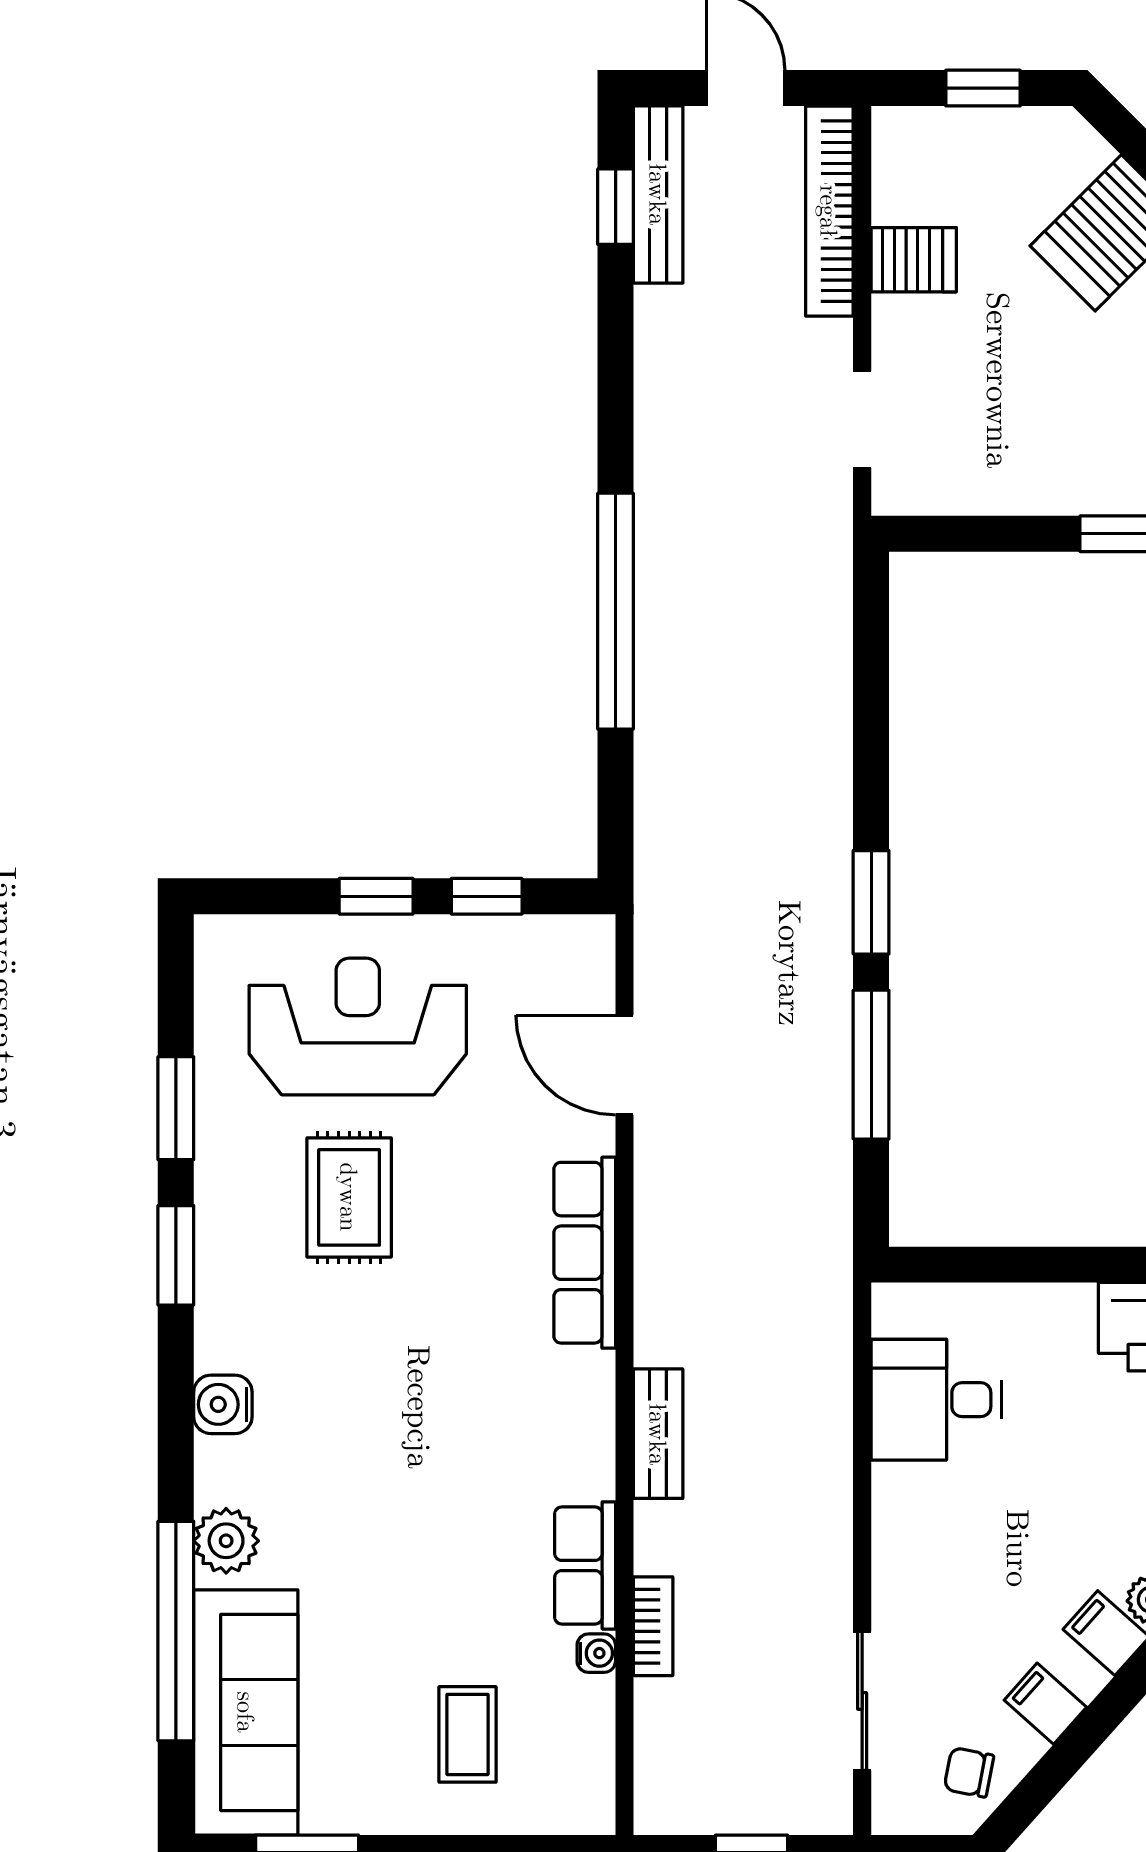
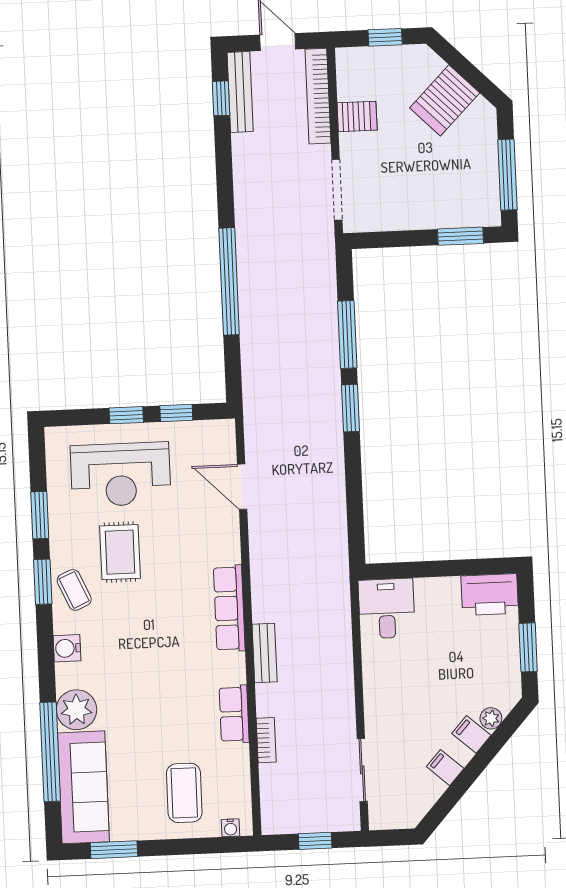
doorway: (862, 419) -> (337, 190), width x1.38
reception desk: (358, 1026) -> (121, 475), turned 180
window: (871, 1065) -> (347, 335), moved
row of seats: (585, 1253) -> (229, 608), moved
coffee table: (244, 1276) -> (74, 590), added
desk: (936, 1400) -> (387, 609), moved, turned 90
plant: (226, 1541) -> (76, 710), width x1.36, depth x1.36
water cooler: (596, 1653) -> (231, 828), moved, turned 90
coffee table: (468, 1734) -> (184, 793), width x1.36, depth x1.30
chair: (969, 1772) -> (412, 800), removed

